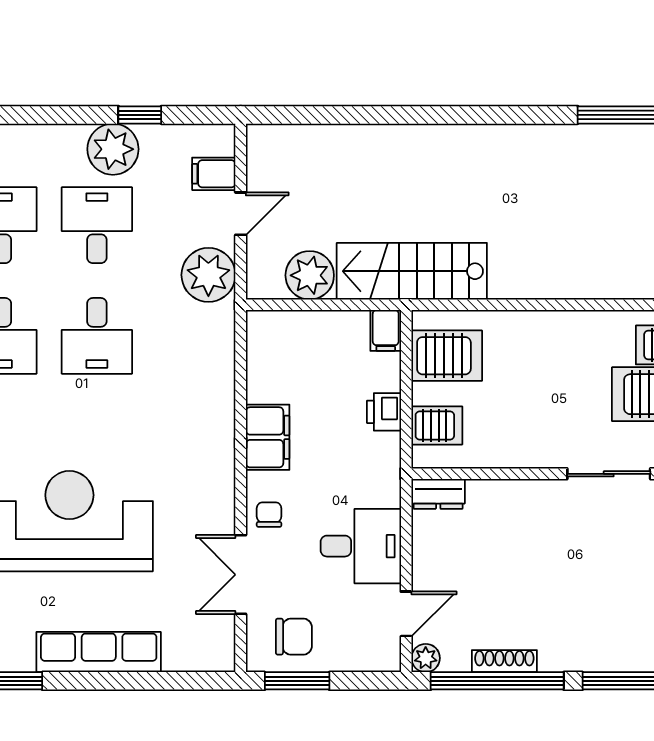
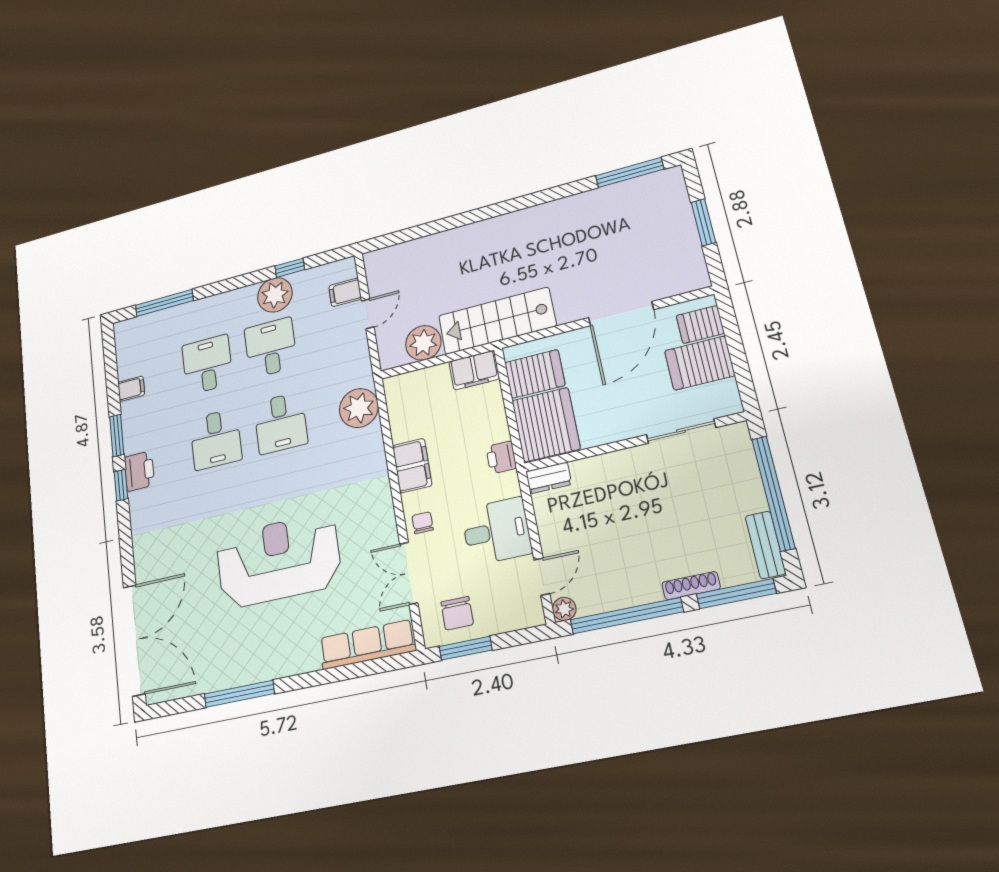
plant: (208, 275) -> (359, 408), moved
door: (570, 305) -> (621, 314), added
filing cabinet: (386, 330) -> (474, 370), width x2.00
printer: (384, 412) -> (501, 457), moved
server rack: (437, 425) -> (546, 425), width x2.18, depth x1.44
chair: (294, 637) -> (457, 613), turned 90
row of seats: (99, 652) -> (367, 644), moved
shoe rack: (504, 661) -> (691, 586), moved

